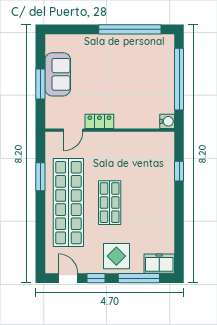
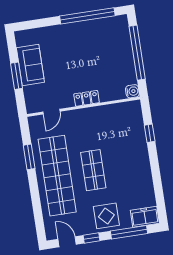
locker: (99, 121) -> (87, 98), moved

